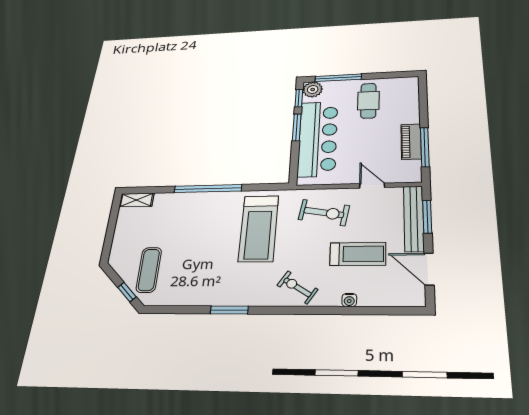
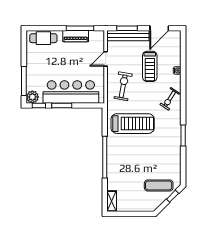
cafe table: (368, 101) -> (43, 38), moved
treadmill: (358, 254) -> (150, 66), turned 180

